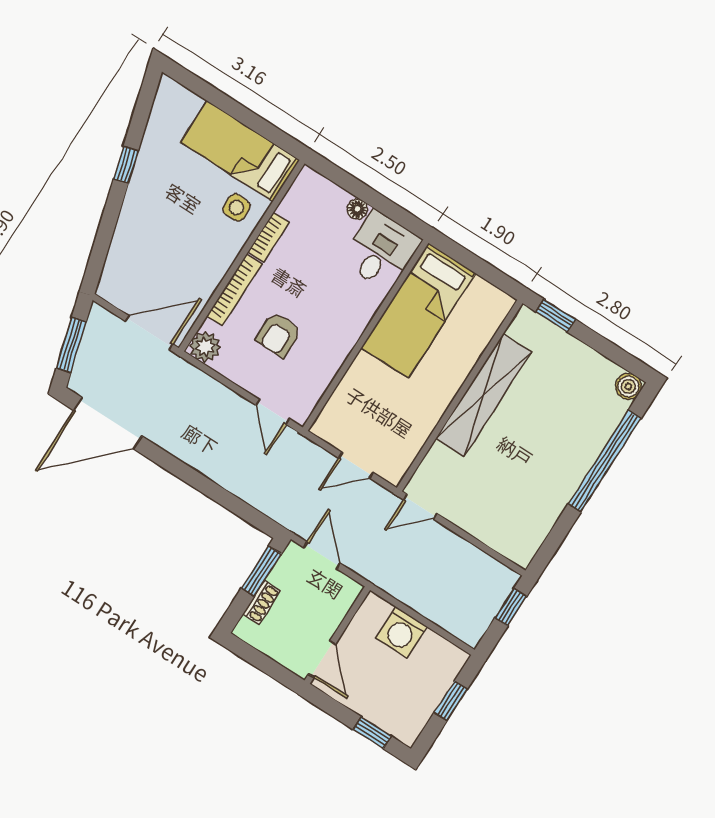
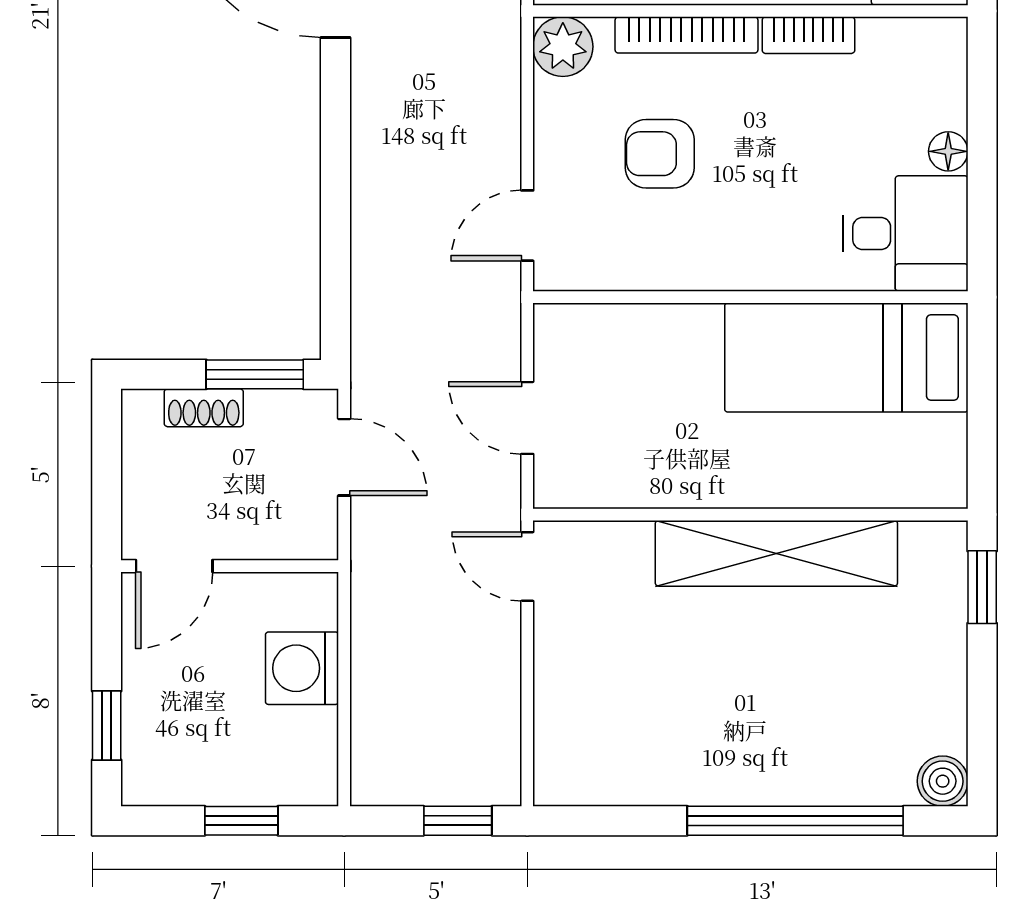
door: (322, 555) -> (344, 457), hinge flipped

